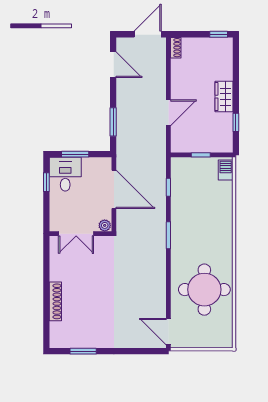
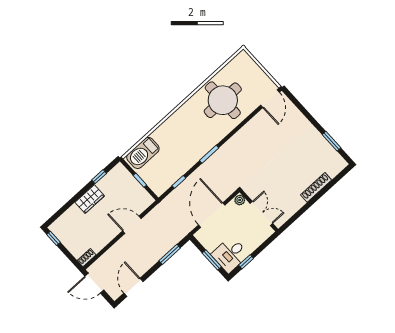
barbecue: (226, 170) -> (143, 153), width x1.88, depth x1.53

